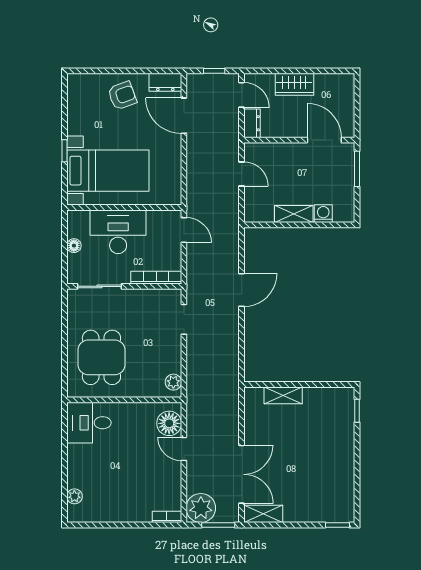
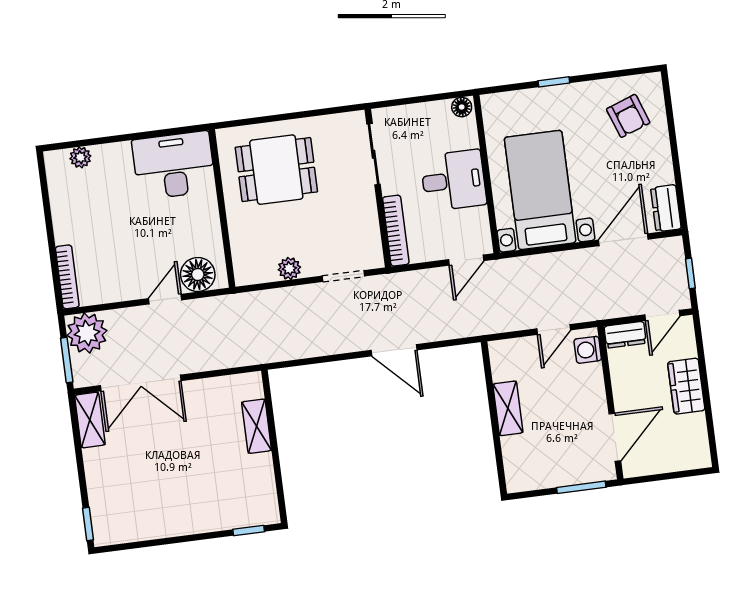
armchair: (122, 96) -> (628, 116), moved
bed with nightstands: (108, 171) -> (540, 190), moved, turned 180
washing machine: (323, 214) -> (588, 350), moved, turned 180
desk: (118, 232) -> (453, 180), width x0.73
floor lamp: (74, 246) -> (462, 107), moved
plant: (173, 382) -> (289, 268), moved
desk: (89, 423) -> (174, 165), width x1.37
bookcase: (167, 517) -> (67, 277), width x1.56

